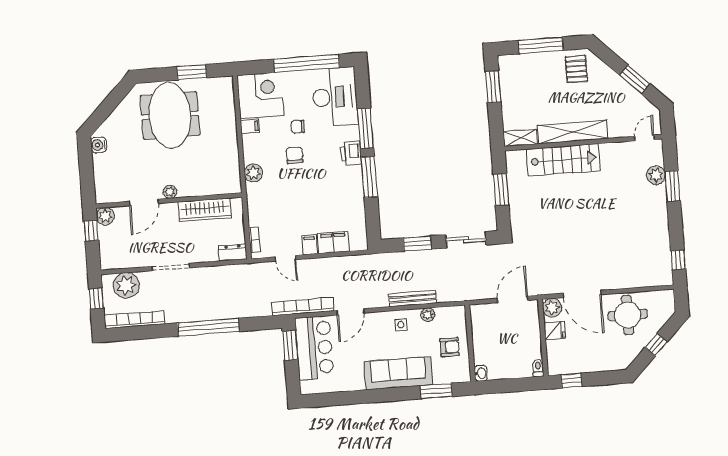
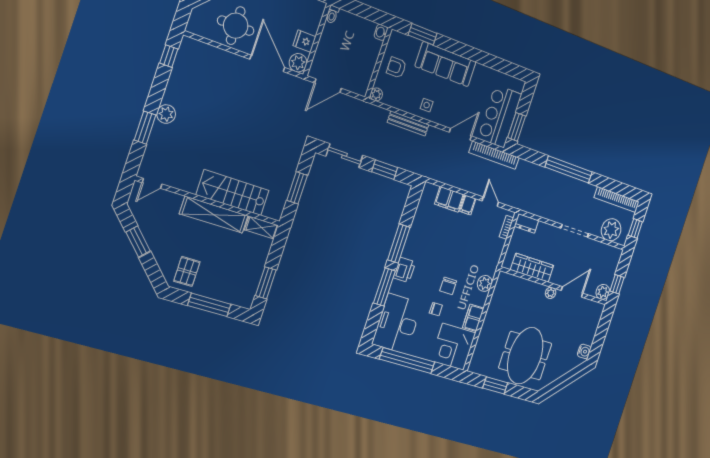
filing cabinet: (250, 126) -> (473, 318), width x2.00
plant: (656, 175) -> (166, 114), moved
plant: (428, 315) -> (376, 94), moved

